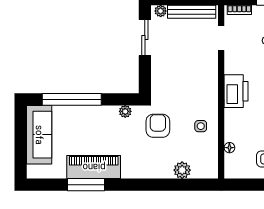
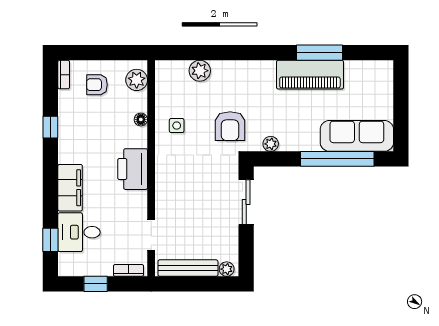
sliding door: (145, 37) -> (246, 202), moved
sofa: (39, 135) -> (357, 136), moved, turned 90
floor lamp: (229, 148) -> (141, 119), moved
plant: (233, 163) -> (137, 80), added

